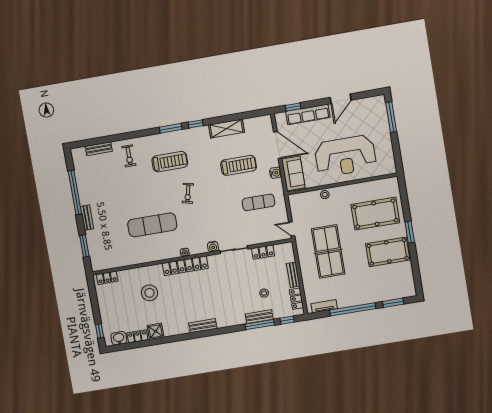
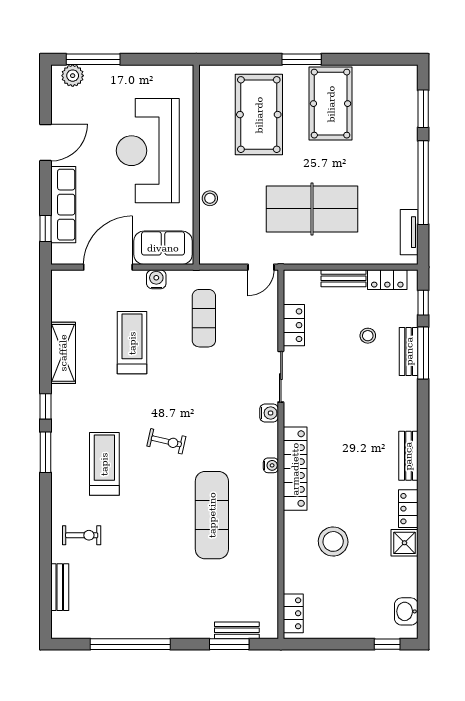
door: (341, 99) -> (45, 143), hinge flipped
plant: (380, 107) -> (73, 76), added
reception desk: (345, 156) -> (148, 151), turned 180
bench: (87, 218) -> (237, 630), moved
locker: (138, 336) -> (408, 509), moved

